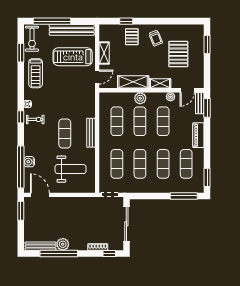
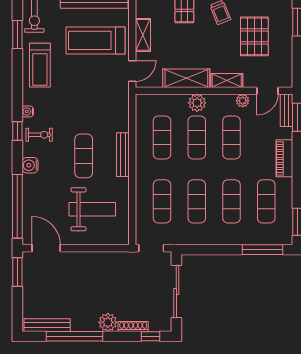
water cooler: (29, 162) -> (30, 165), moved
plant: (63, 244) -> (108, 322), moved

